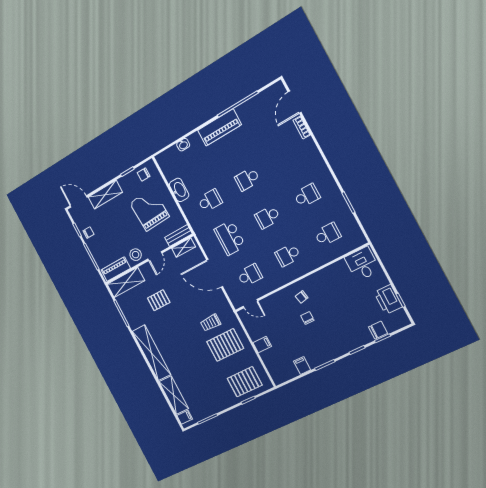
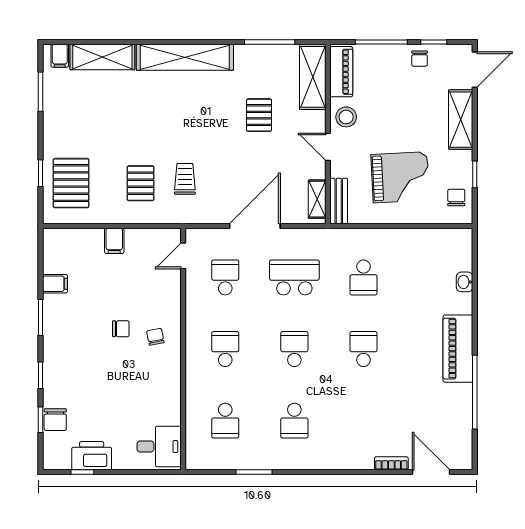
washbasin: (179, 190) -> (404, 239), removed
school desk: (250, 275) -> (225, 277), turned 180
pallet: (225, 345) -> (141, 183), width x0.67, depth x0.71

